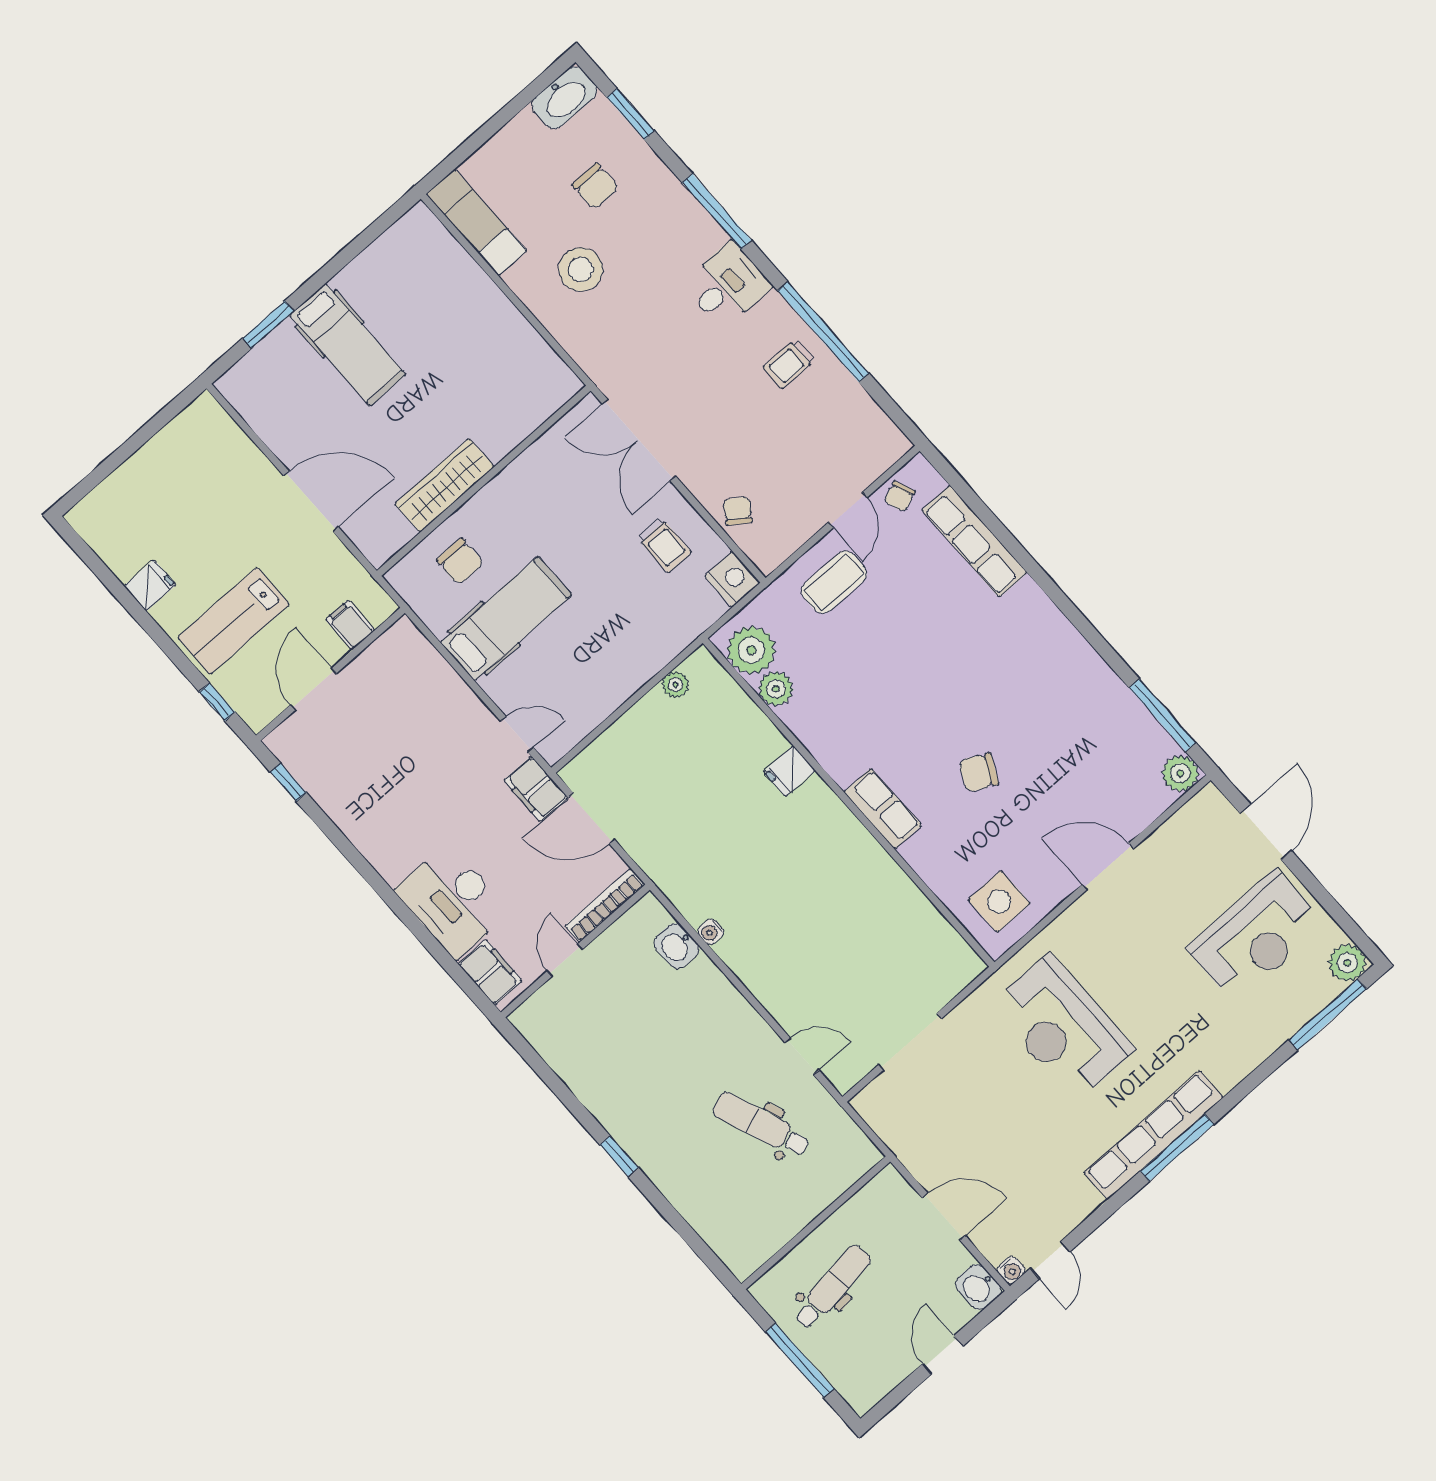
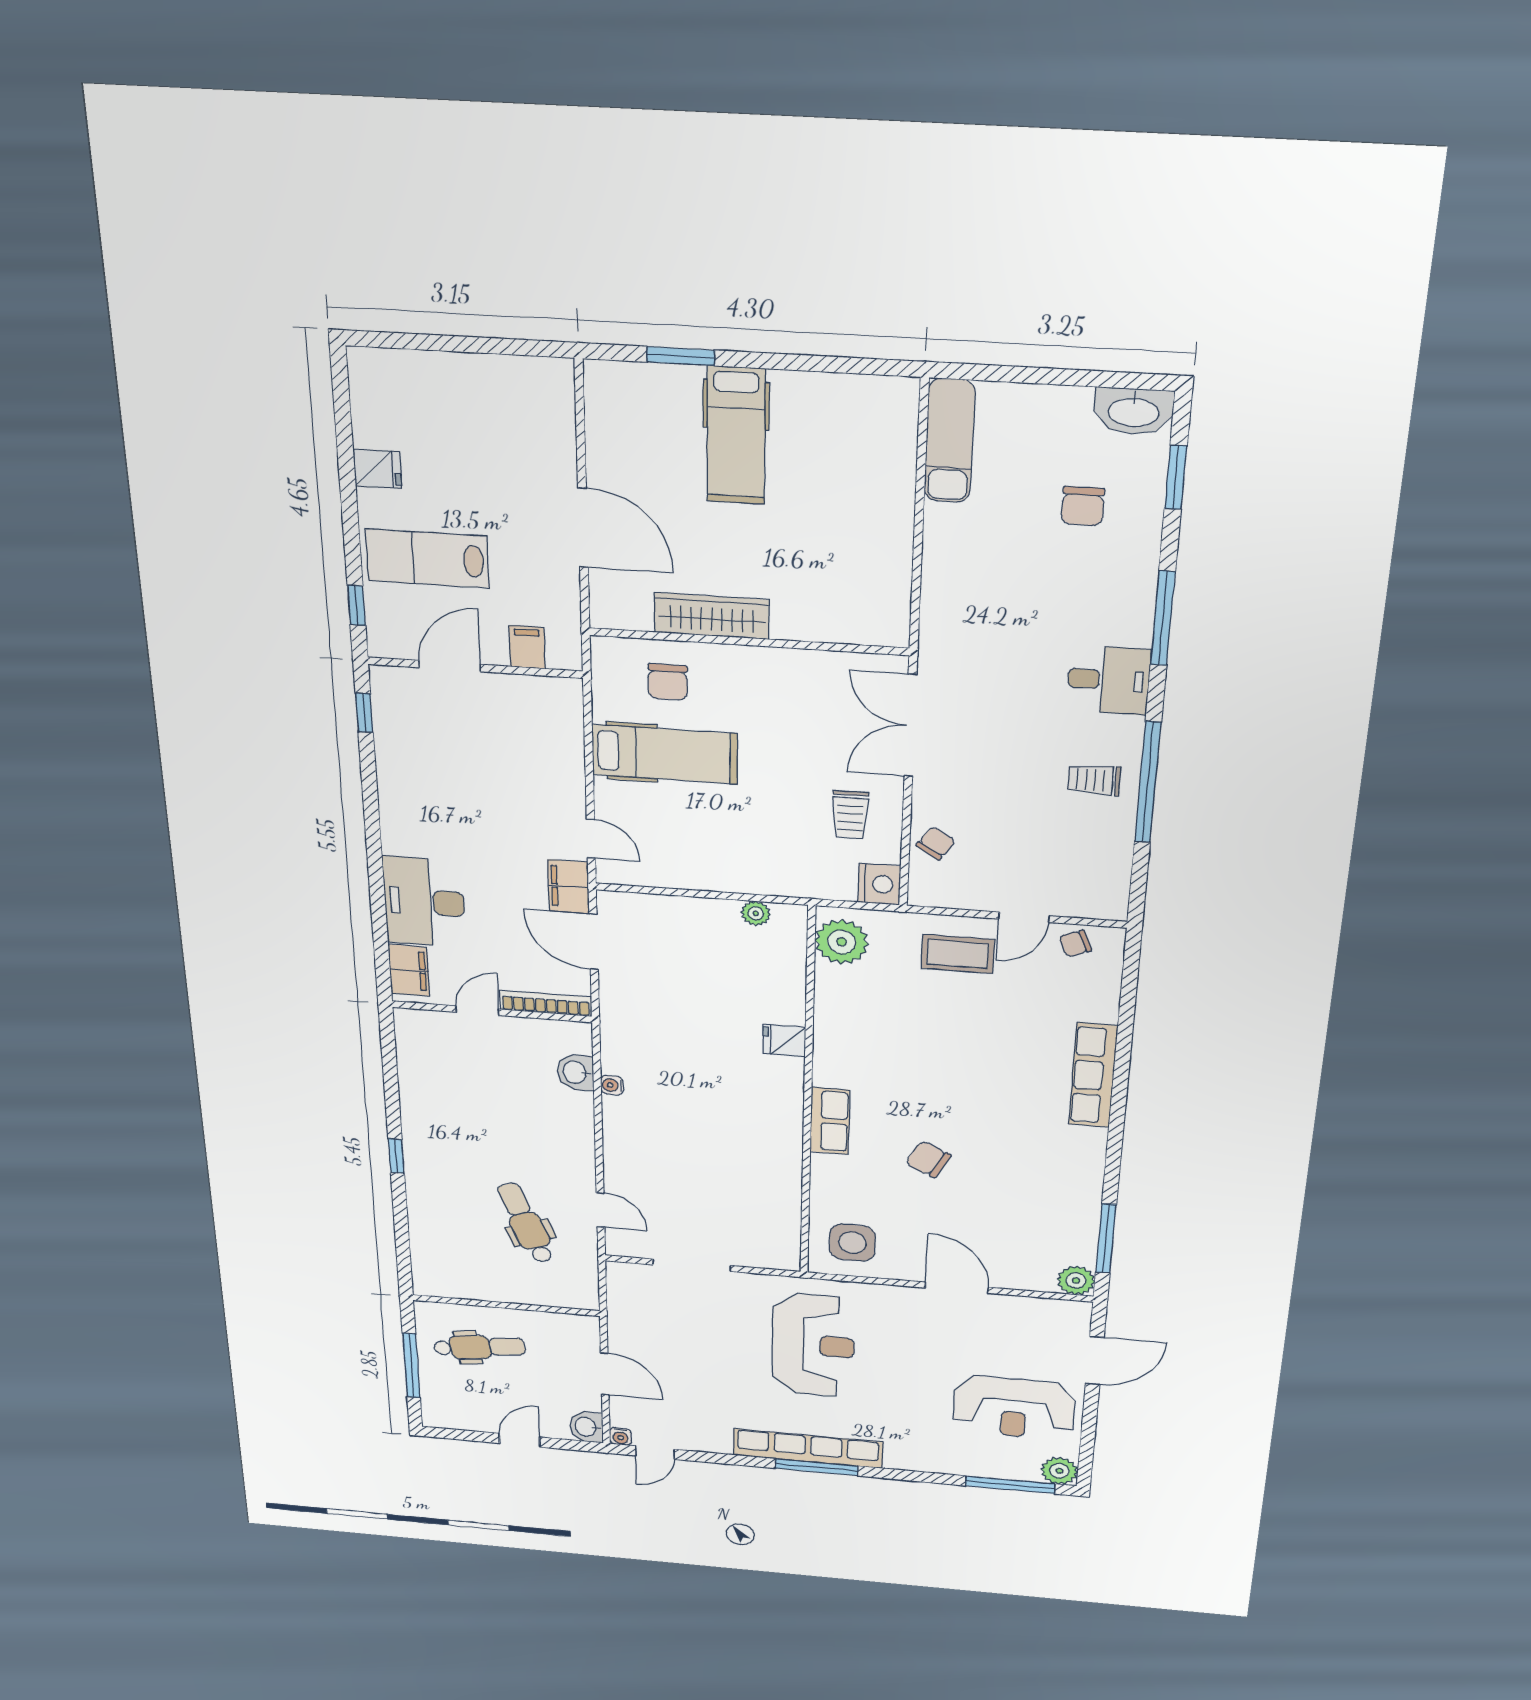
stool: (581, 269) -> (1000, 558), removed
row of seats: (974, 541) -> (1093, 1075), moved
plant: (776, 689) -> (833, 982), removed
reception desk: (1062, 1028) -> (813, 1345), turned 180

